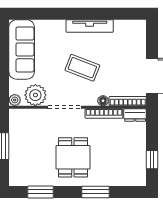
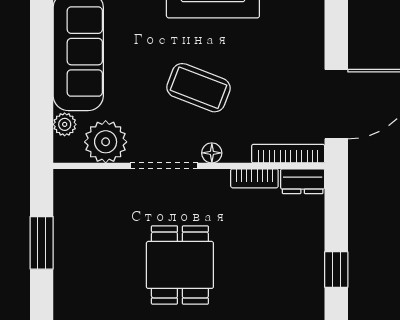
plant: (15, 100) -> (65, 124), moved
floor lamp: (103, 101) -> (212, 153), moved
bookcase: (104, 114) -> (254, 178), width x0.64

